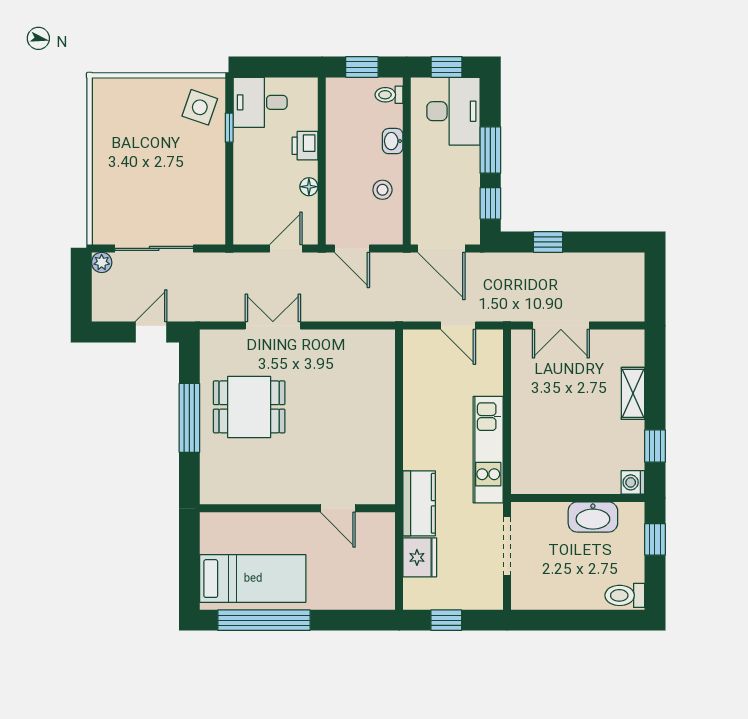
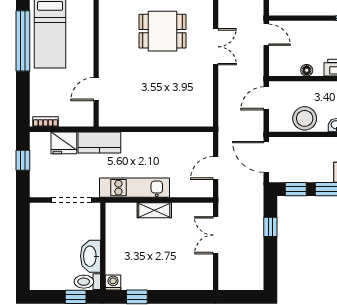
stool: (382, 190) -> (305, 118), width x1.89, depth x1.89
door: (286, 248) -> (266, 35), moved
door: (441, 248) -> (266, 157), hinge flipped
shelving: (633, 393) -> (154, 210), moved
dining table: (249, 407) -> (162, 31), turned 90
bookcase: (387, 586) -> (45, 122), added
toilet: (625, 595) -> (87, 282), moved, turned -90

